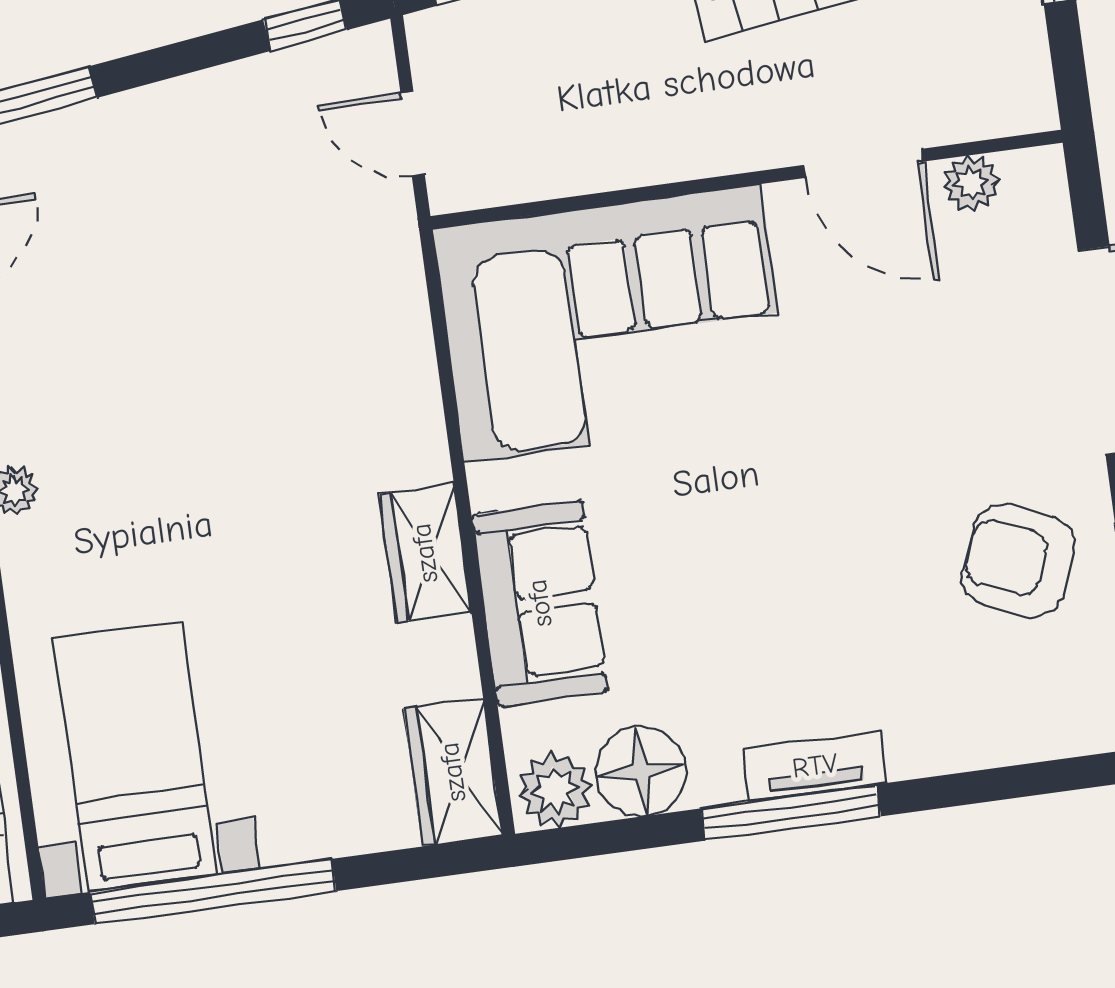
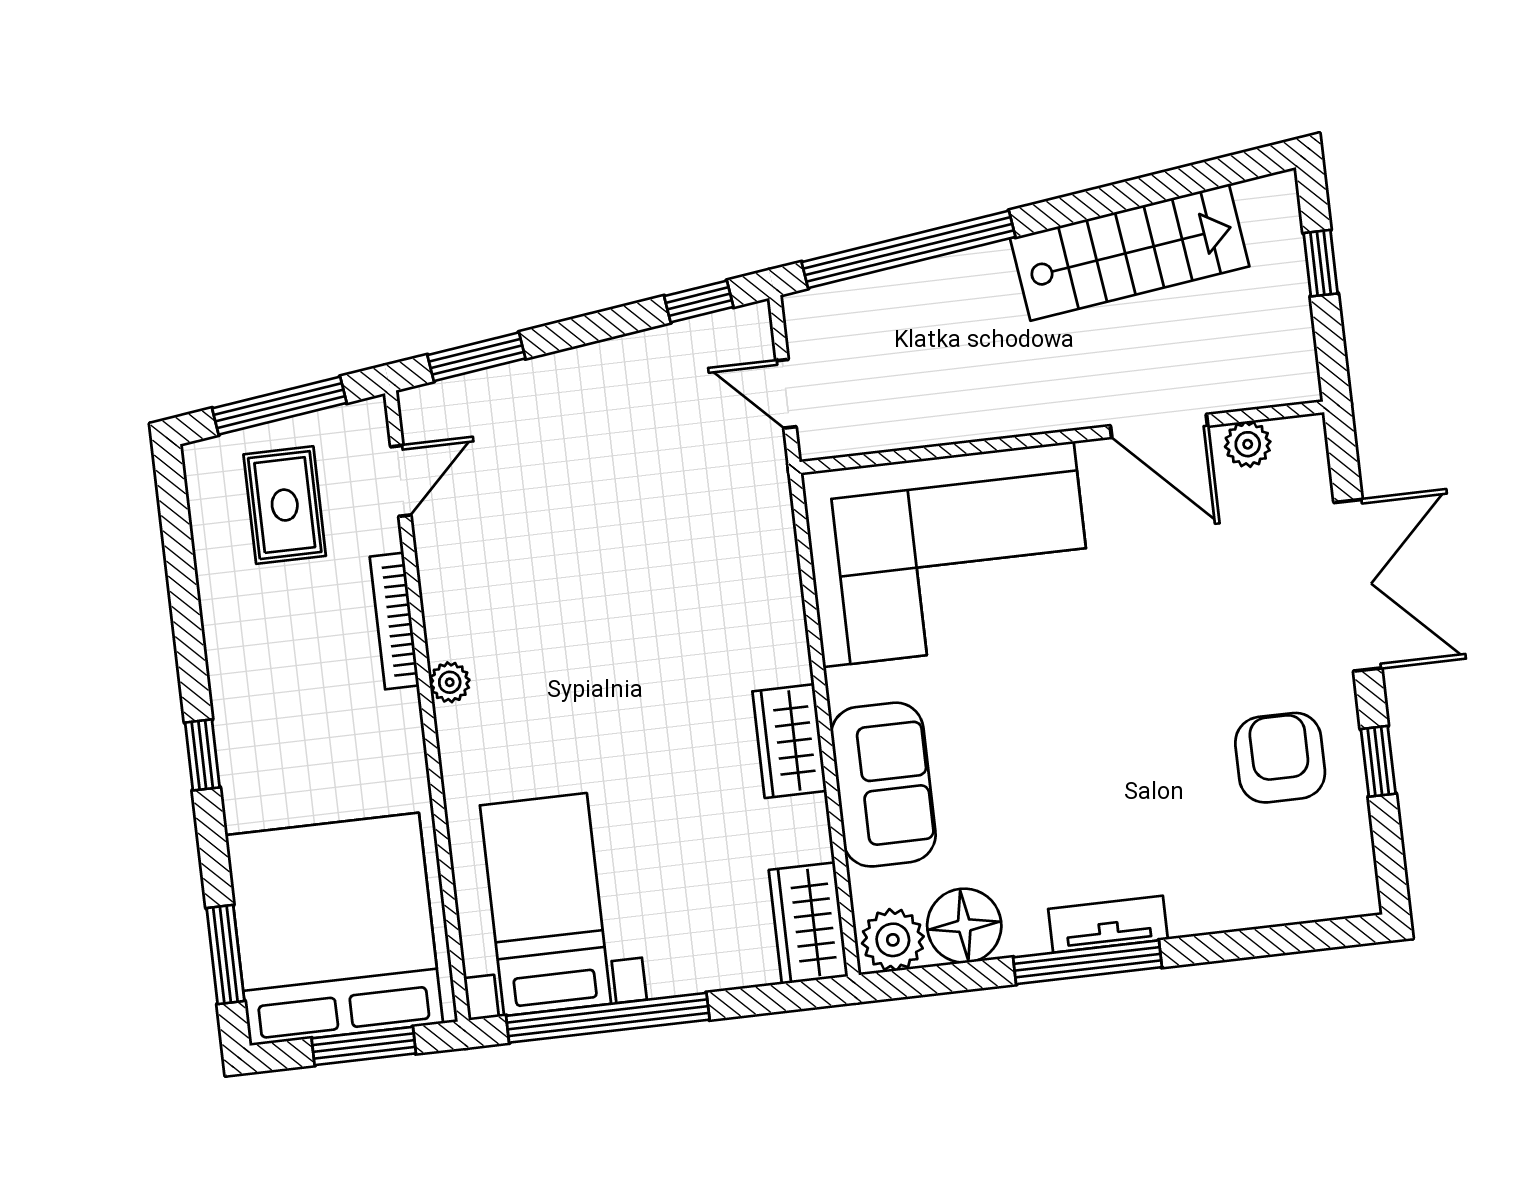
armchair: (1018, 561) -> (1280, 758), turned 68

